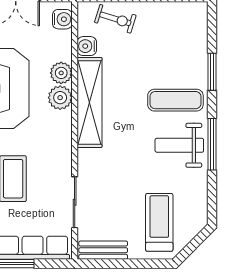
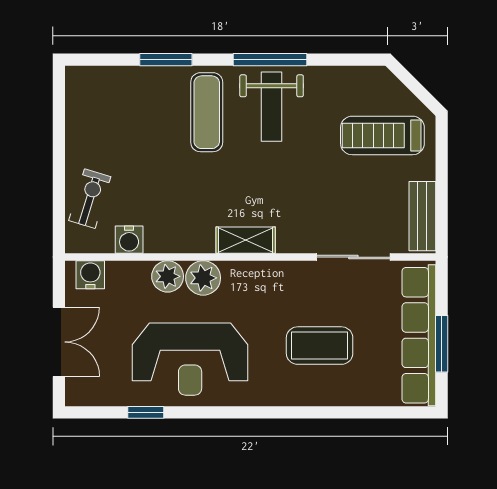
shelving: (89, 103) -> (246, 240), width x0.45, depth x0.75

